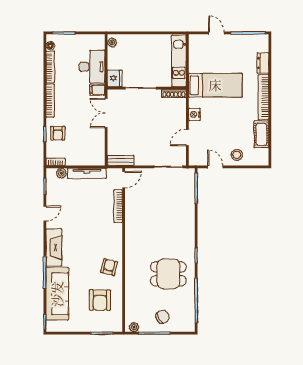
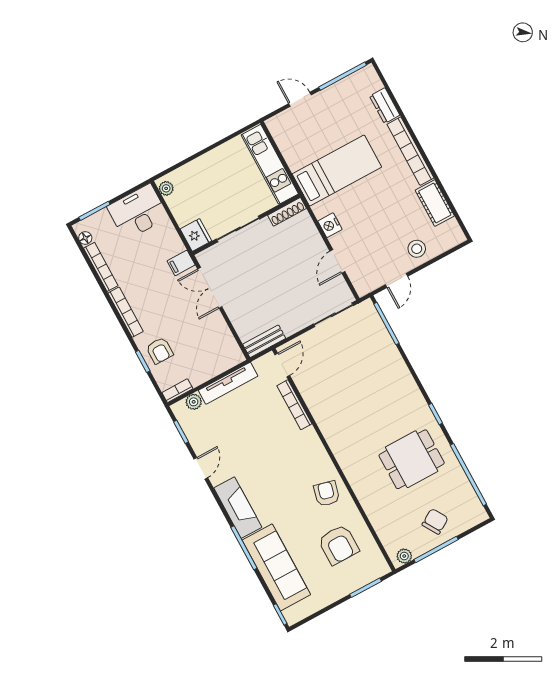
desk: (92, 67) -> (138, 212), moved, turned -90
door: (215, 167) -> (397, 280), swing flipped

